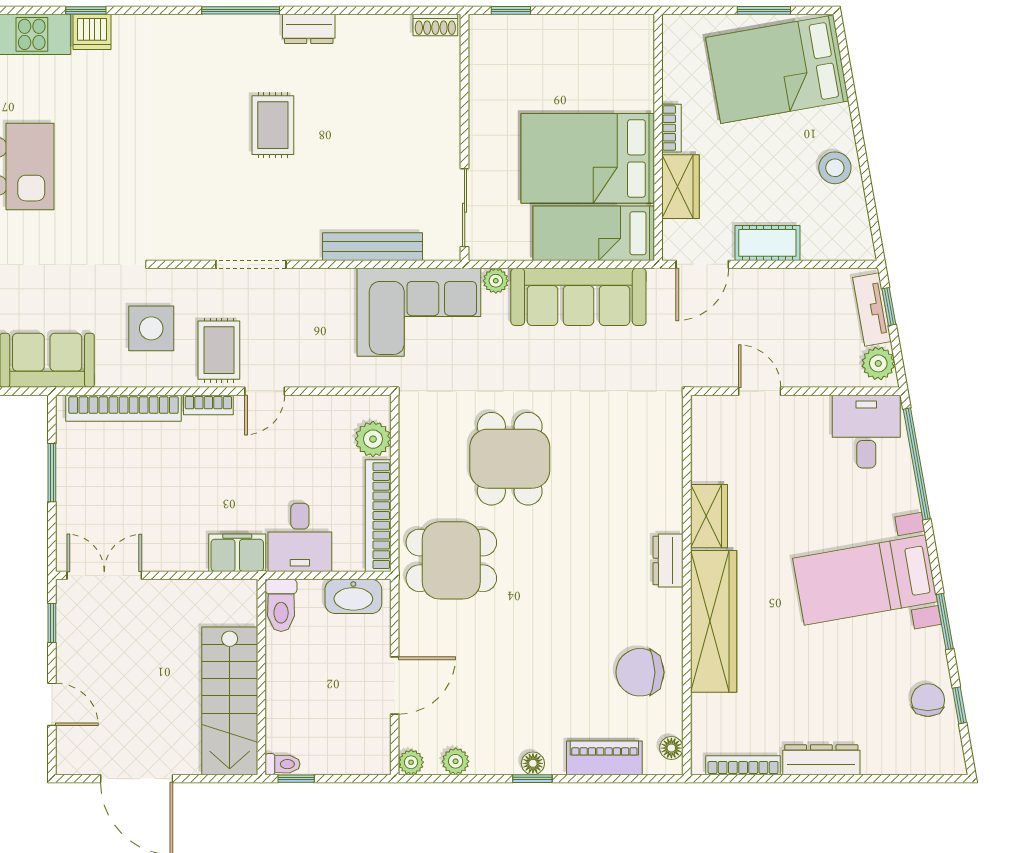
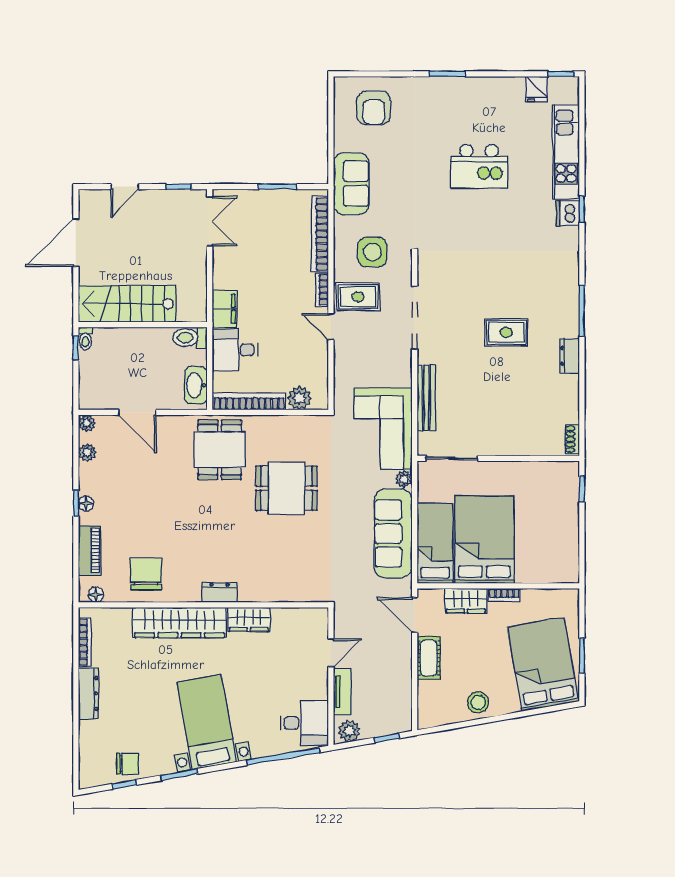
doorway: (251, 264) -> (415, 318), width x1.36
tv unit: (872, 310) -> (342, 692), moved, turned 100

